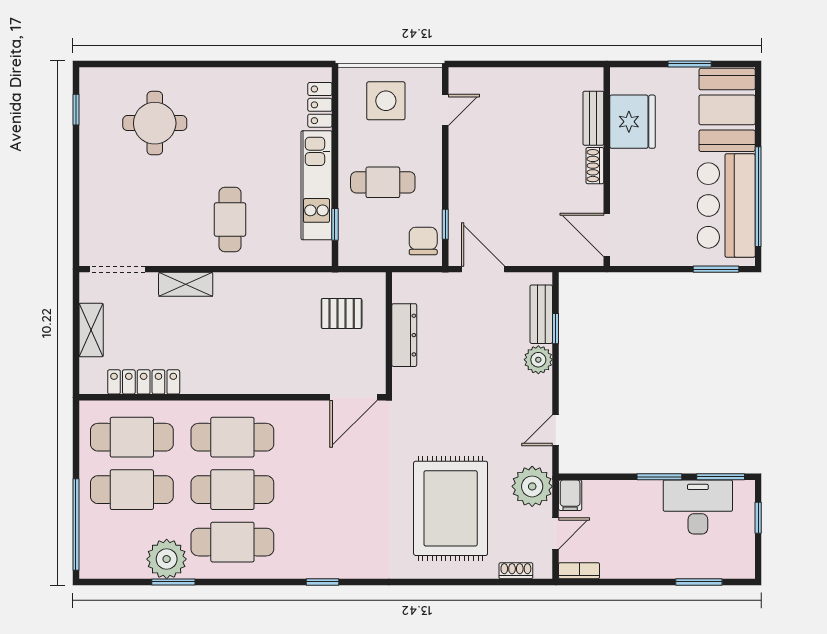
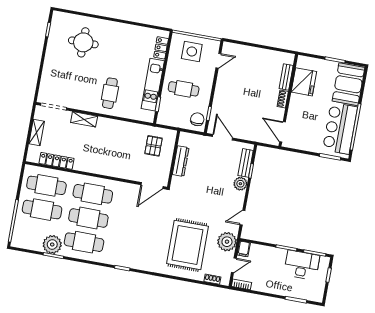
pallet: (342, 313) -> (154, 146), turned 90

